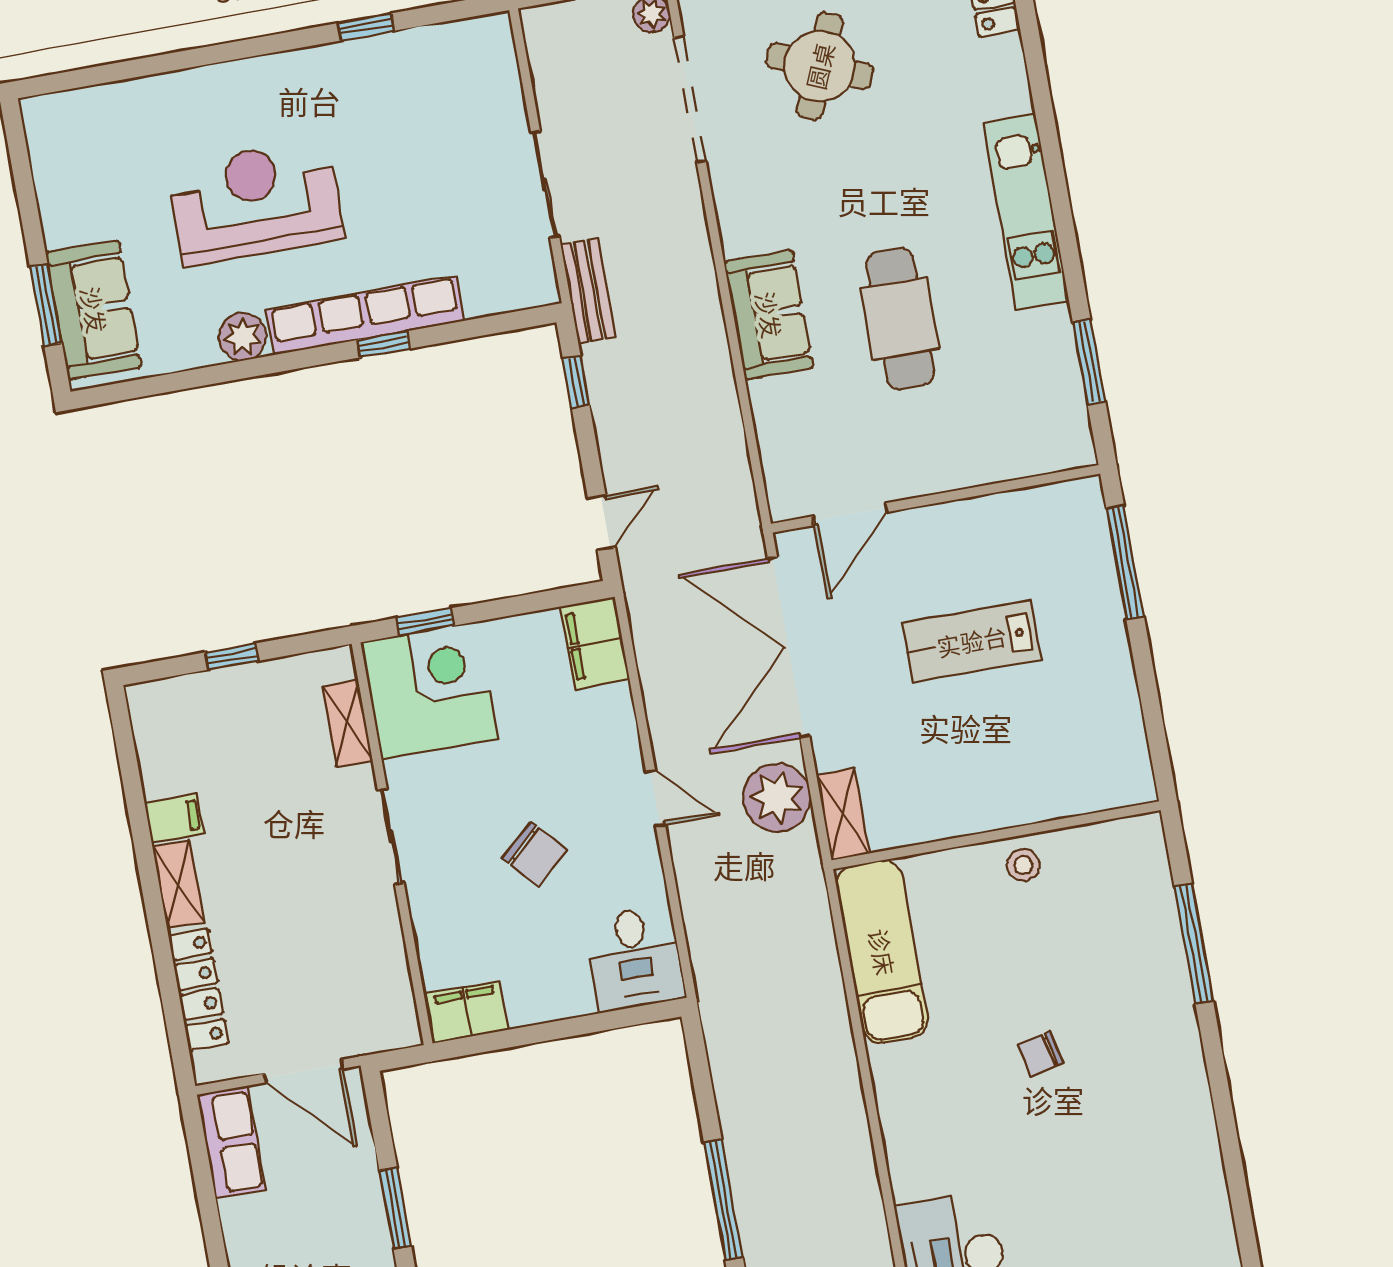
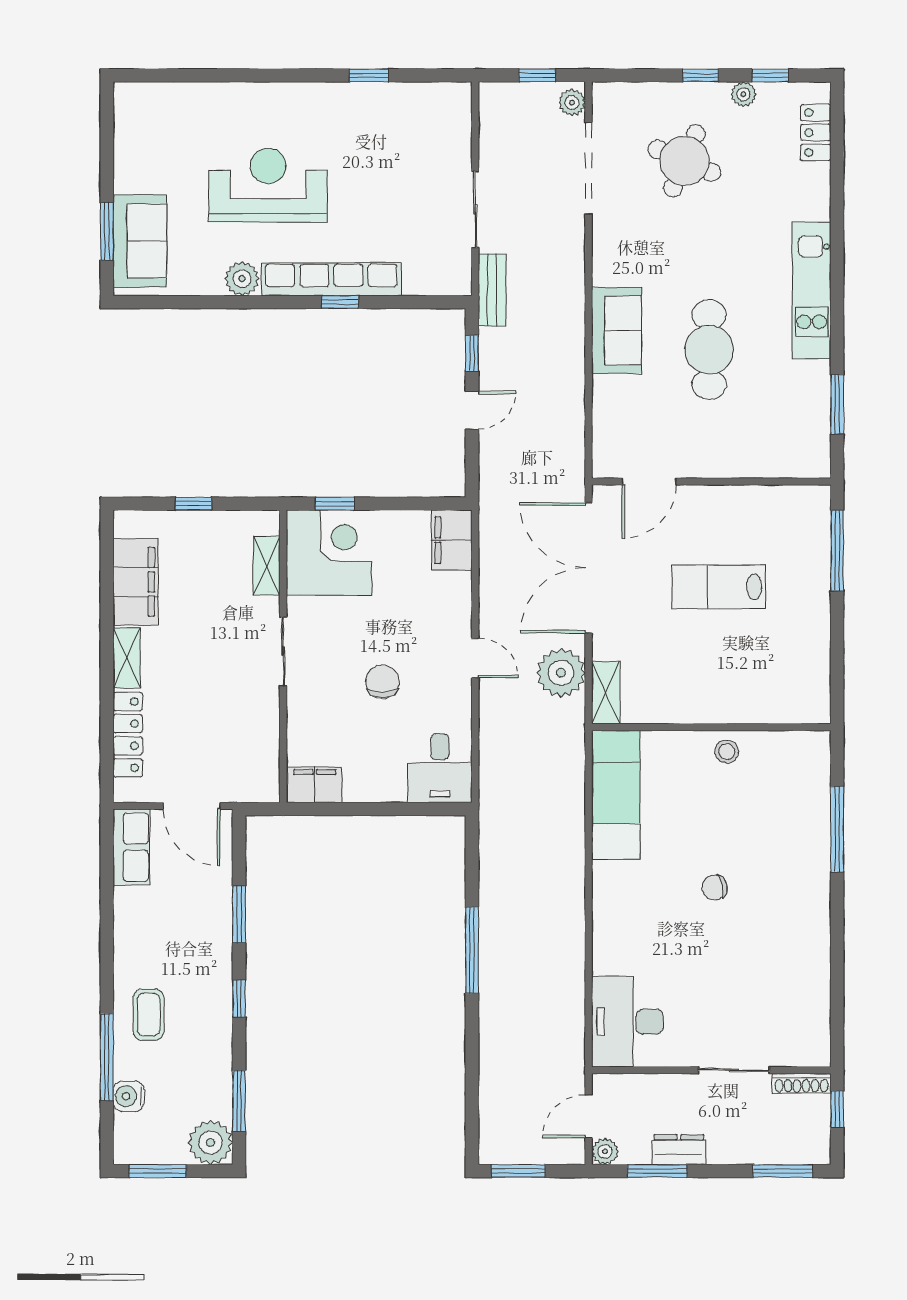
door: (601, 523) -> (472, 410), moved
filing cabinet: (174, 818) -> (136, 582), width x3.00, depth x1.17
chair: (535, 854) -> (383, 682), turned -138

